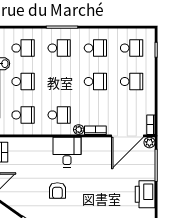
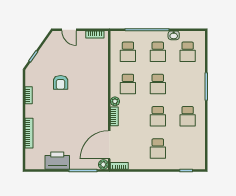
school desk: (59, 48) -> (158, 84), moved
school desk: (132, 48) -> (188, 149), removed
door: (127, 136) -> (109, 145), hinge flipped
desk: (67, 152) -> (95, 91), removed
armchair: (57, 191) -> (61, 82), turned -90

